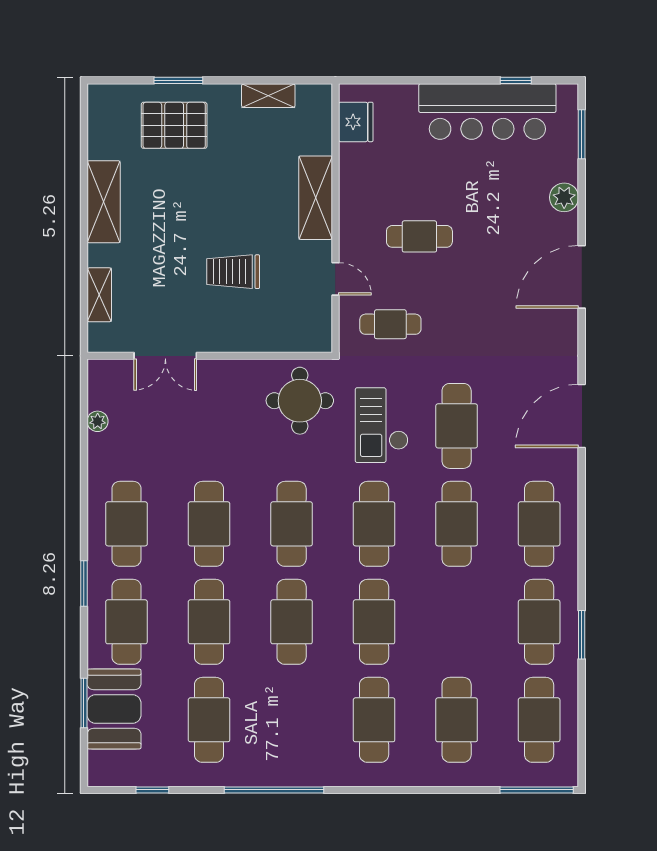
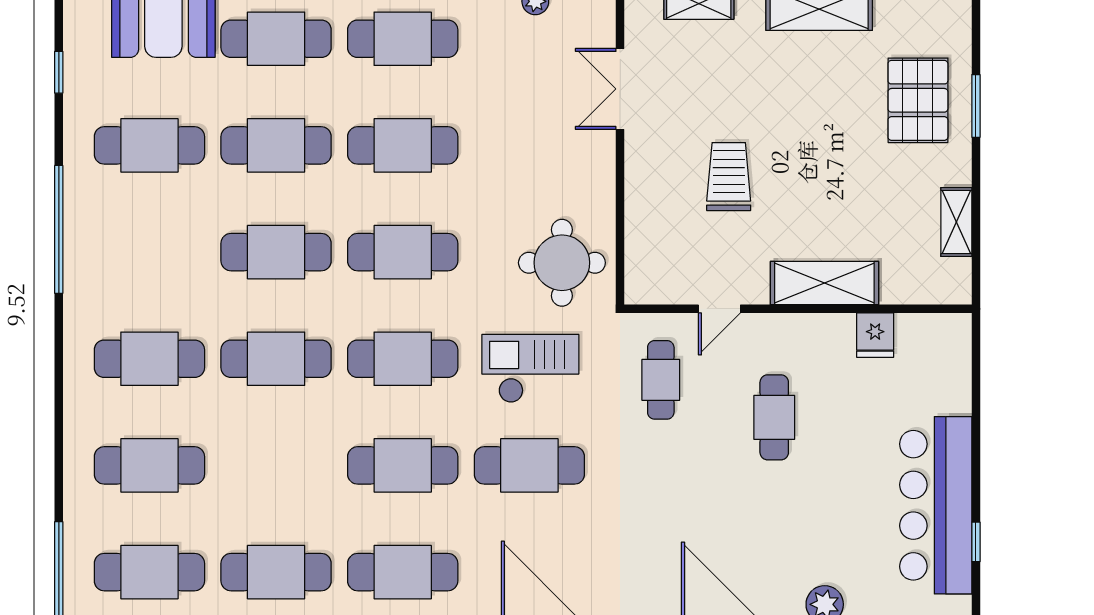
fridge: (356, 122) -> (875, 335), moved, width x0.72

